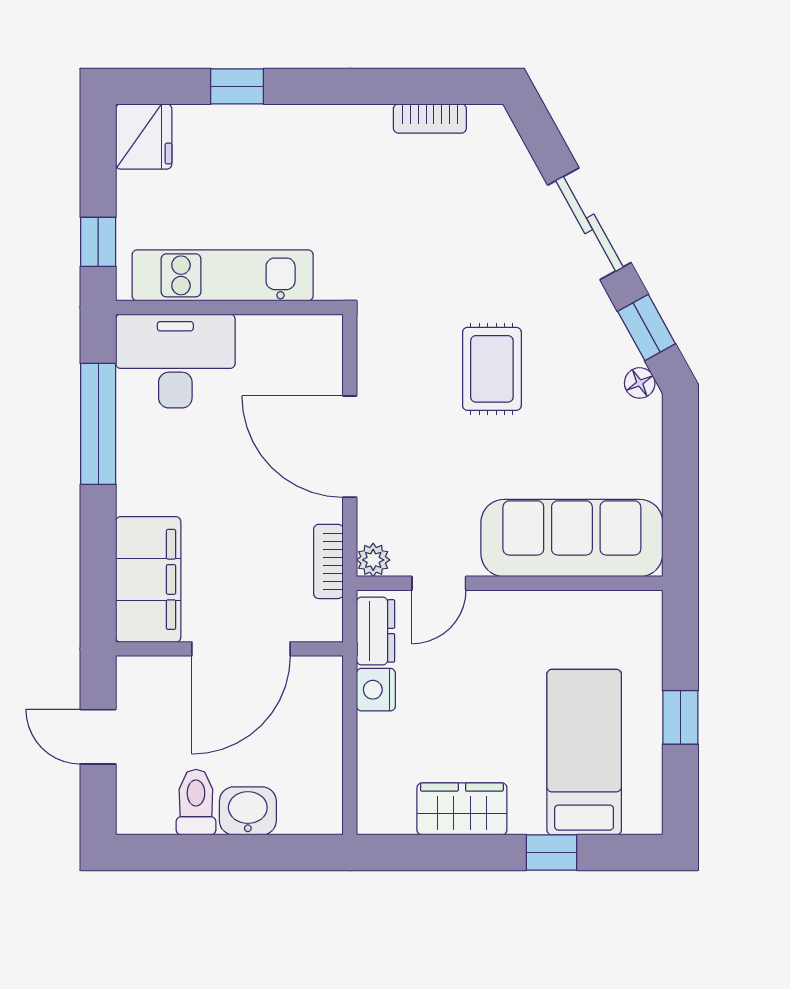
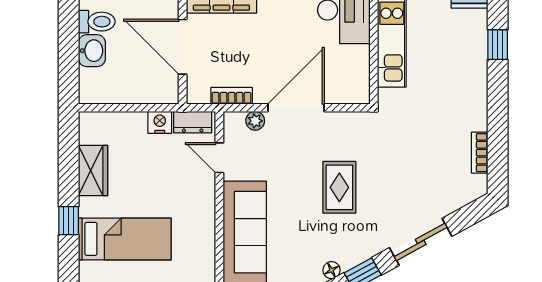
rug: (492, 369) -> (339, 187), turned 90
plant: (373, 560) -> (255, 121), moved

